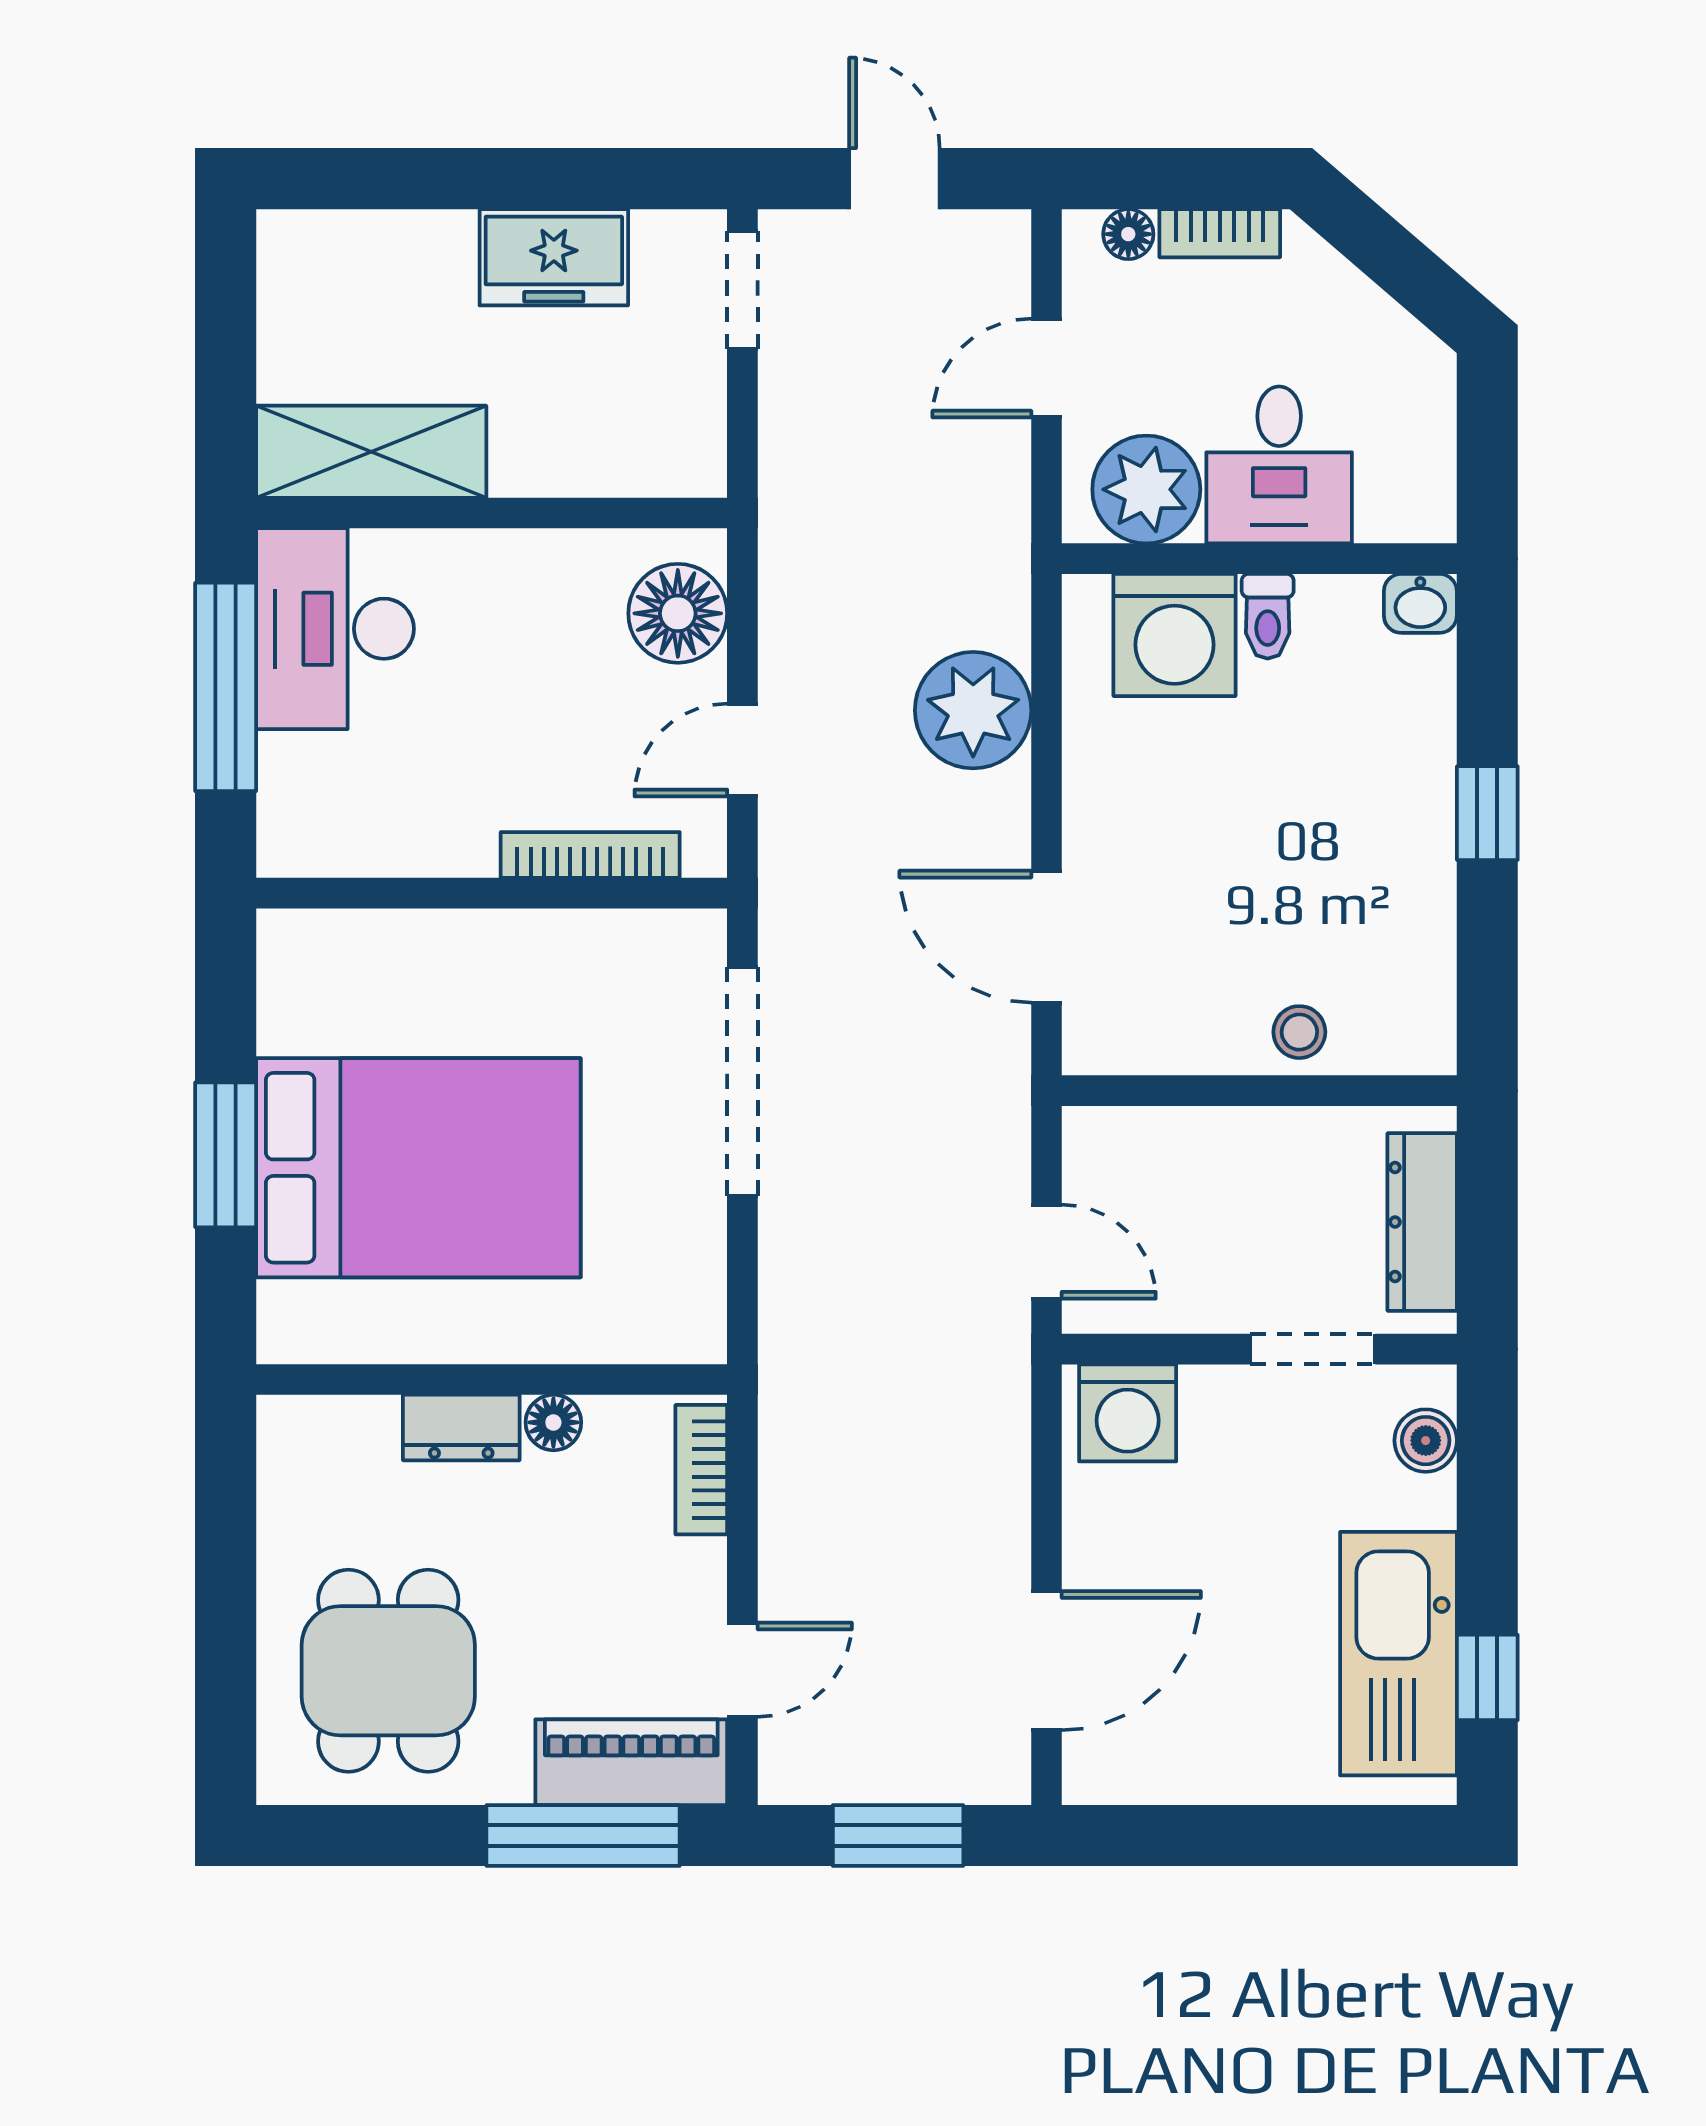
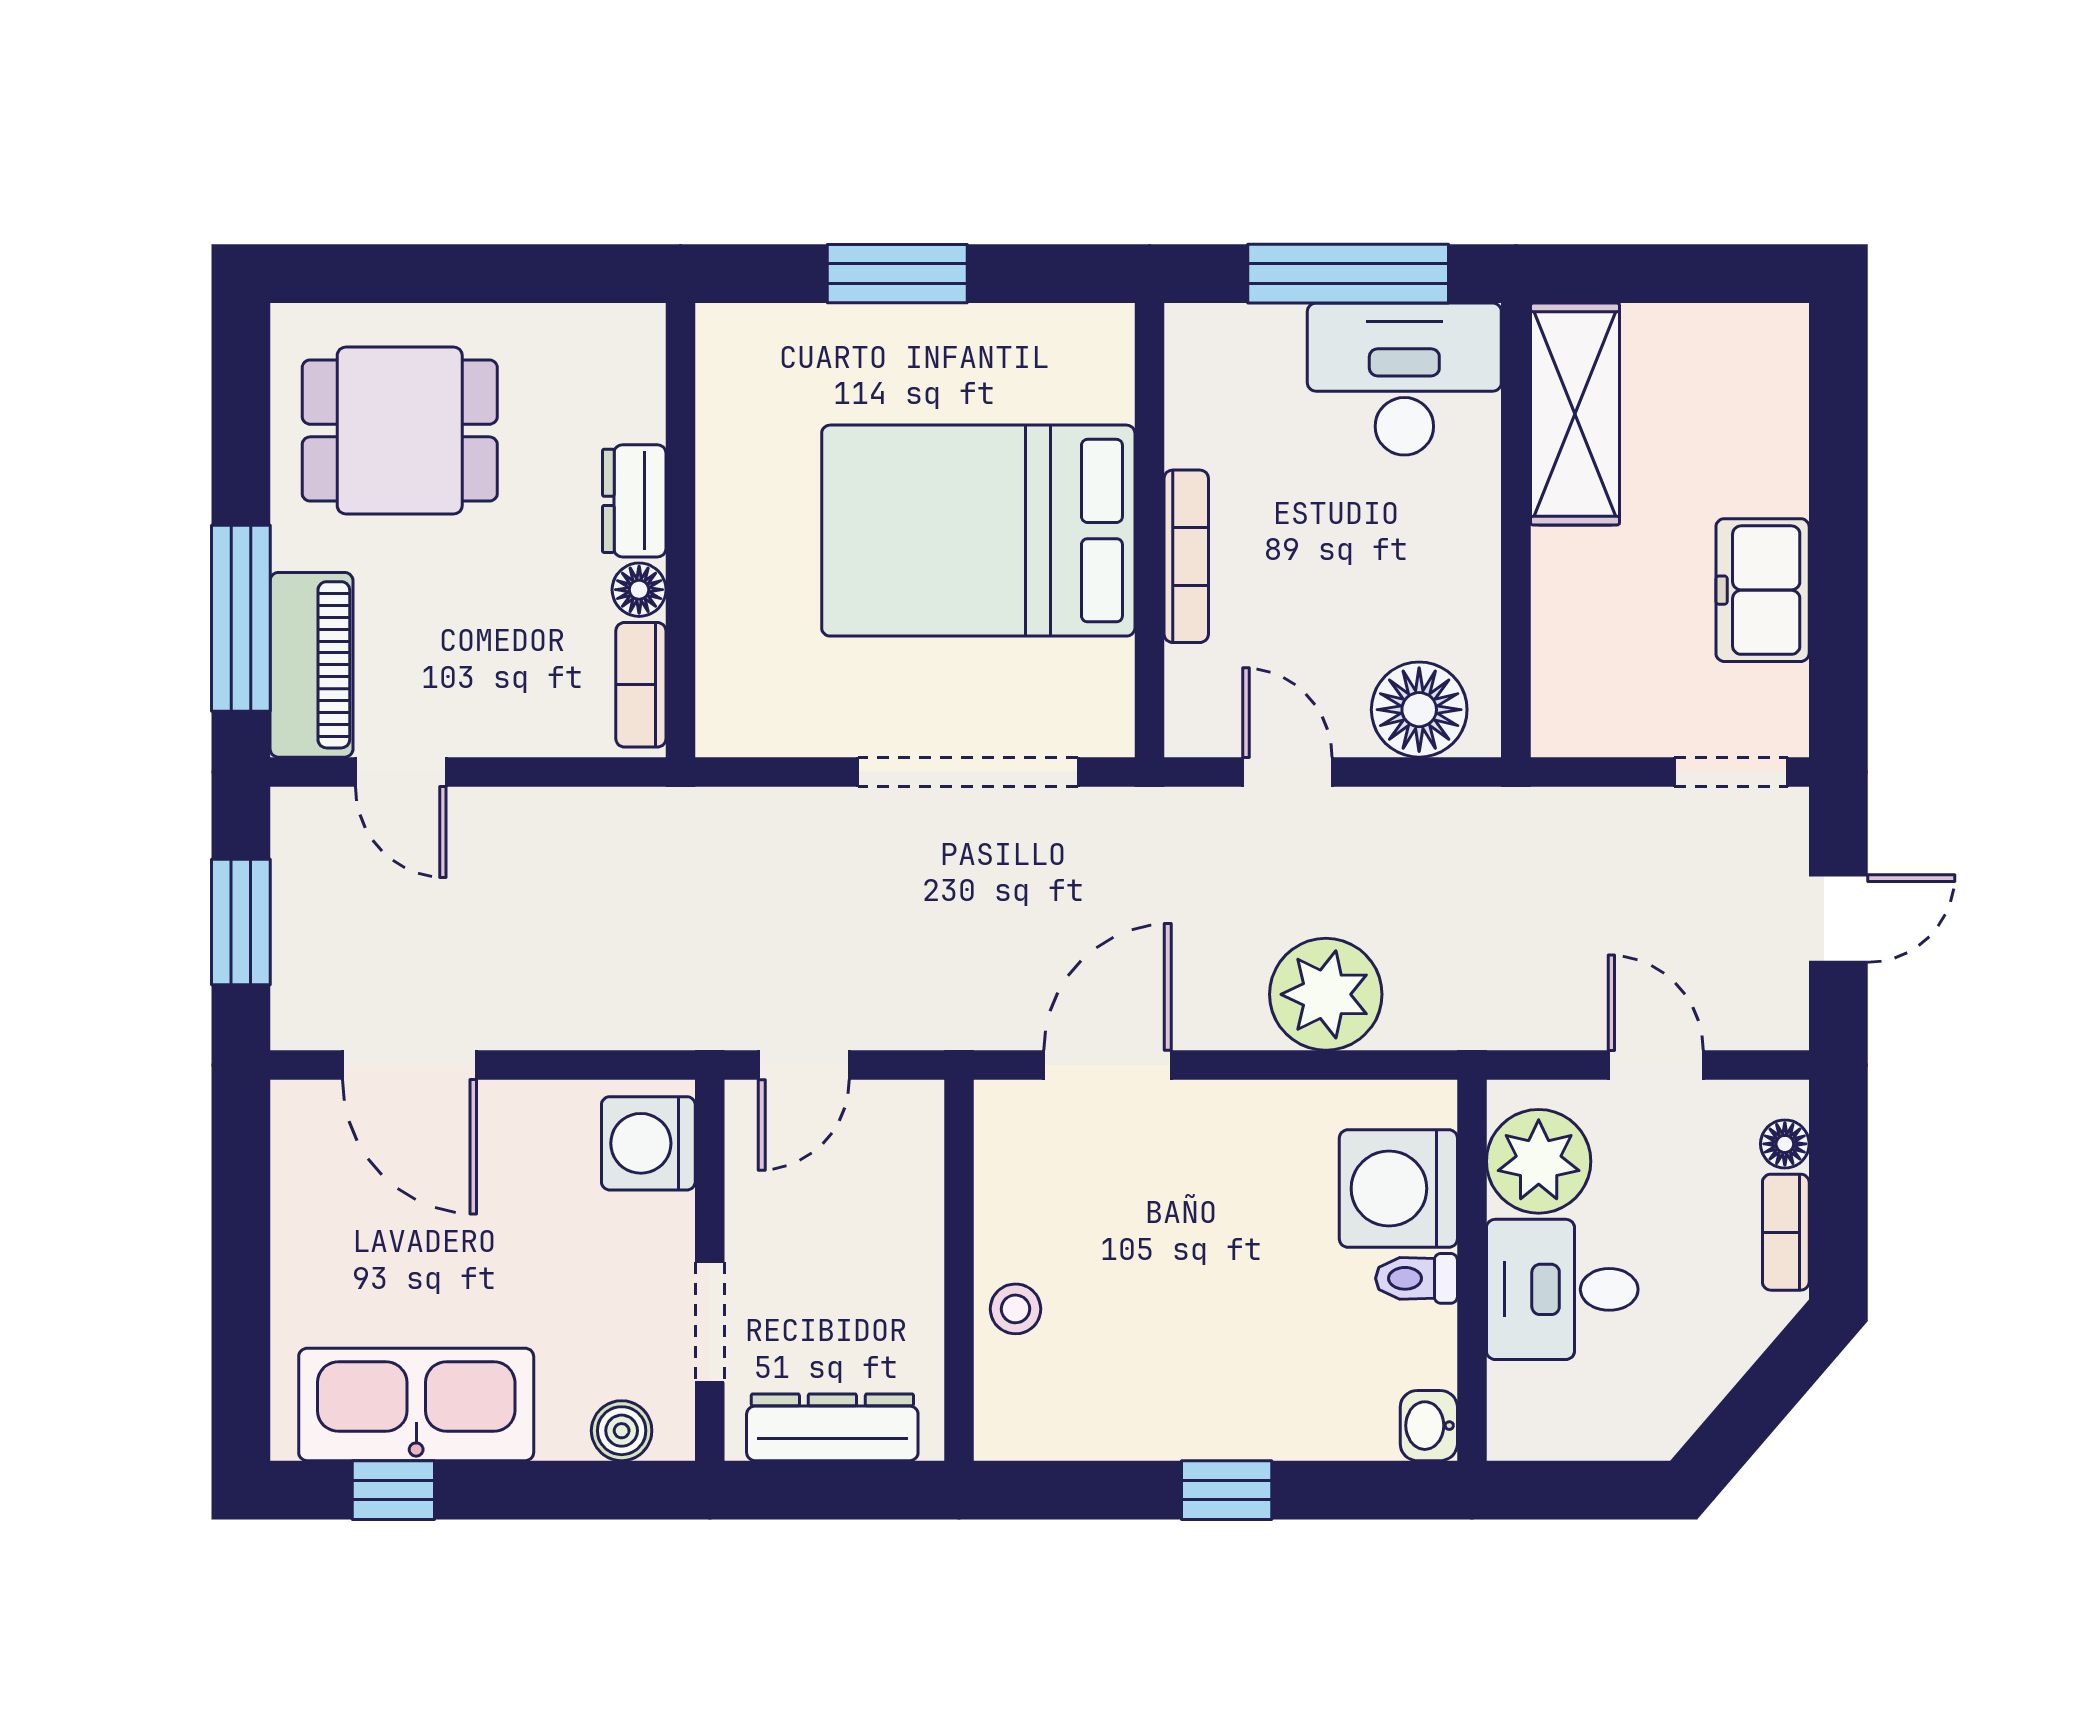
bookcase: (590, 855) -> (1186, 556), moved
bed: (418, 1168) -> (978, 531), moved, turned 90
bookcase: (701, 1470) -> (641, 685), moved, turned -90

